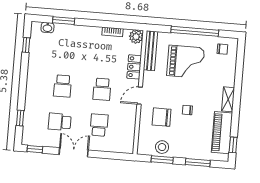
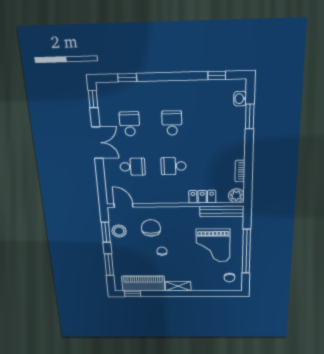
school desk: (63, 86) -> (172, 123), turned 90
door: (140, 96) -> (124, 206), moved

